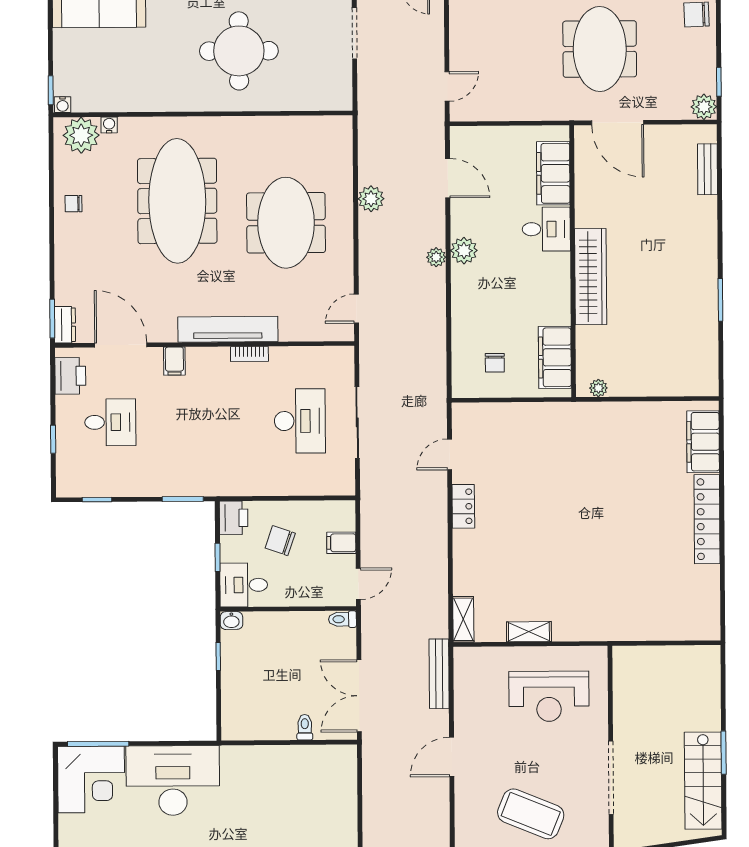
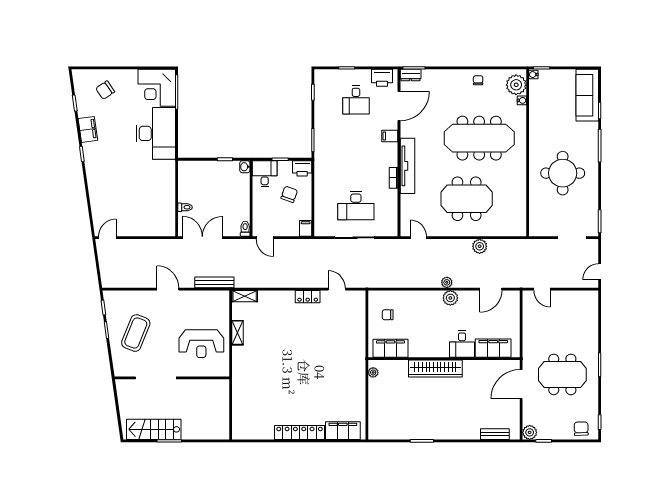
filing cabinet: (341, 543) -> (306, 228), moved
reception desk: (549, 696) -> (201, 344), turned -90

